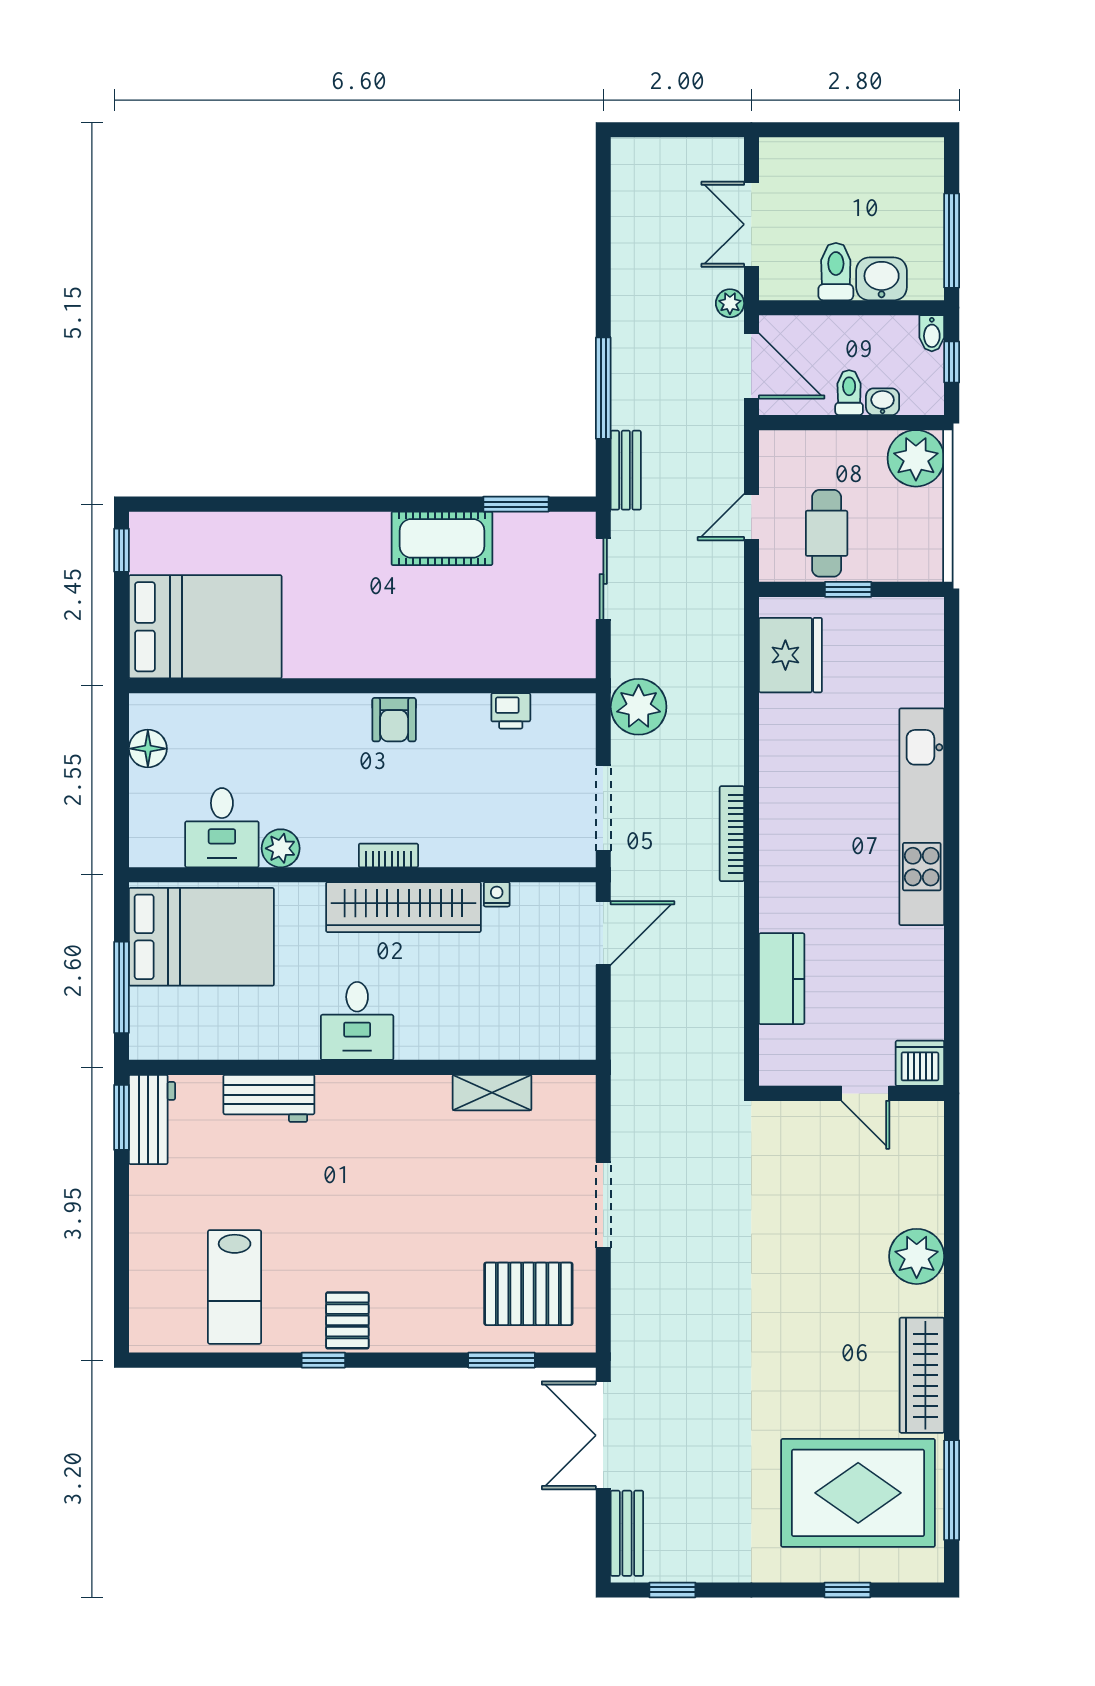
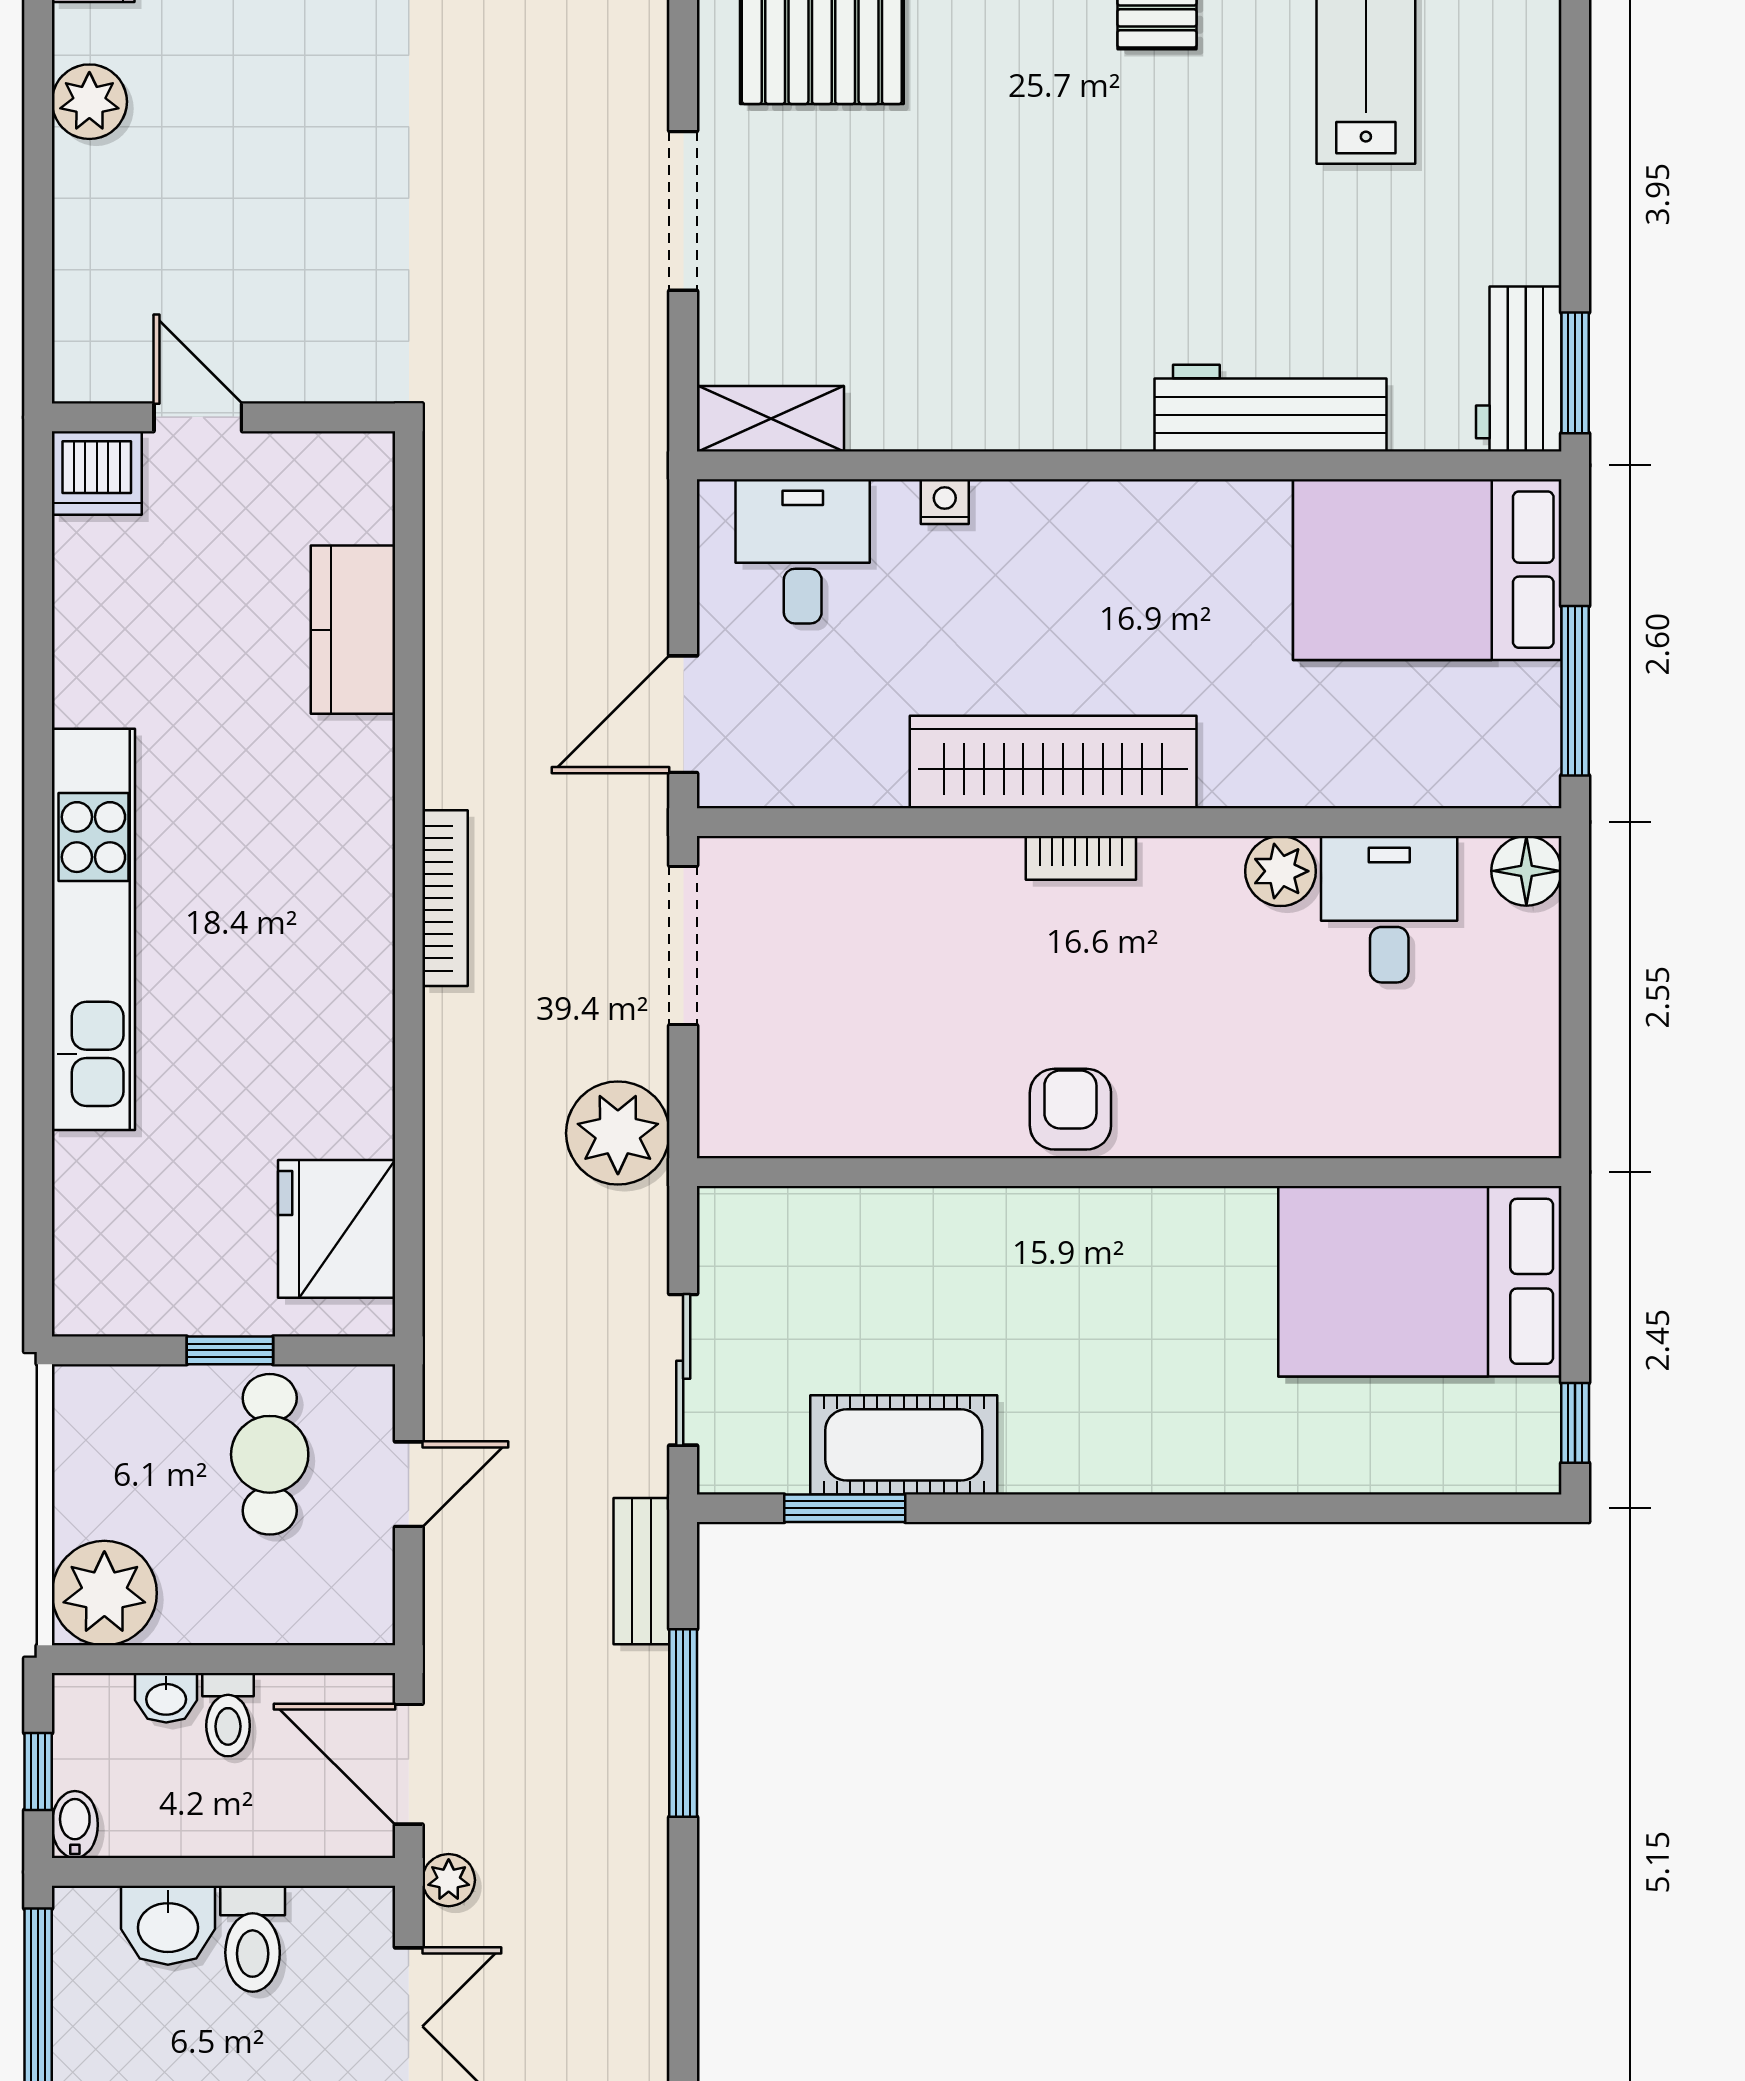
cot: (442, 538) -> (904, 1445), moved
printer: (511, 711) -> (854, 1126), removed
floor lamp: (148, 749) -> (1526, 871), moved
nightstand: (497, 894) -> (945, 502), moved, turned 180
bed: (201, 937) -> (1427, 570), moved
window: (121, 987) -> (1575, 691), moved
desk: (357, 1021) -> (803, 551), moved
shelving: (492, 1093) -> (771, 419), moved
workbench: (269, 1098) -> (1271, 408), width x1.38
plant: (917, 1256) -> (89, 102), width x0.73, depth x0.73

